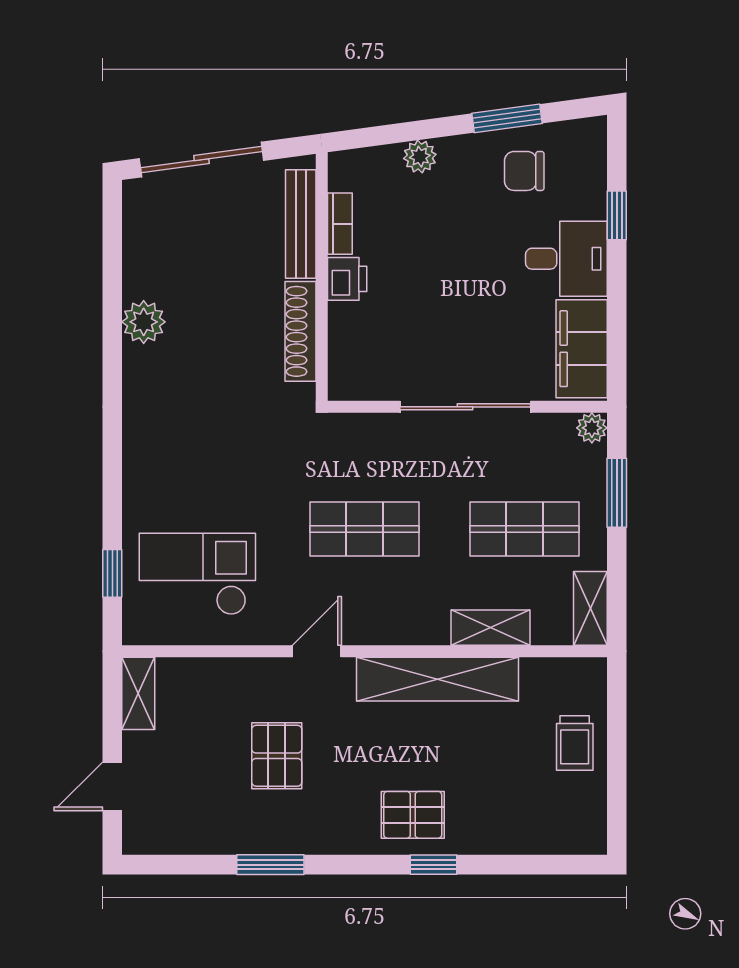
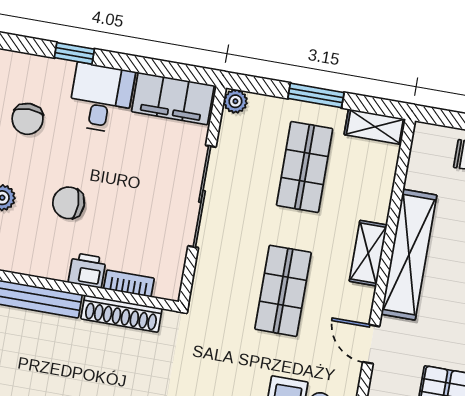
bookcase: (340, 224) -> (129, 284), moved
chair: (428, 241) -> (69, 203), added
window: (617, 493) -> (316, 95), moved
shelving: (491, 628) -> (368, 253), moved

